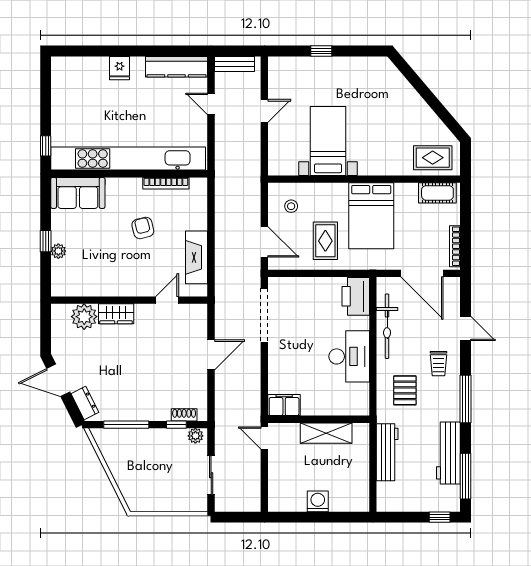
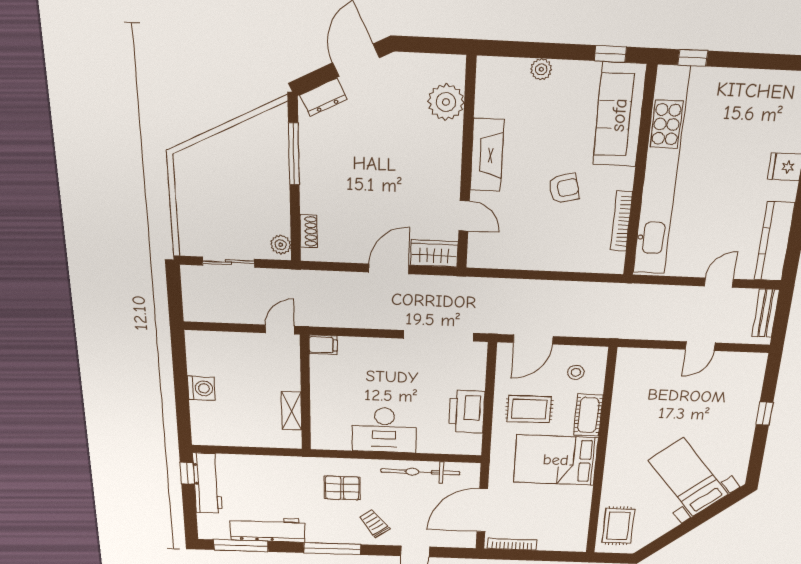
door: (264, 111) -> (700, 346), hinge flipped
bed with nightstands: (328, 141) -> (688, 477), moved, turned -130
sofa: (78, 193) -> (619, 115), width x1.36
cot: (437, 193) -> (588, 415), moved
window: (46, 241) -> (610, 54), moved
fireplace: (197, 257) -> (487, 155), moved, turned 90
printer: (356, 296) -> (467, 412), moved, turned -90
wardrobe: (116, 314) -> (434, 254), moved, turned 90
door: (211, 355) -> (389, 269), swing flipped
trolley: (439, 364) -> (374, 523), turned 53
filing cabinet: (284, 405) -> (323, 345), width x0.50
window: (176, 425) -> (295, 221), removed
shelving: (326, 433) -> (292, 411), width x0.67, depth x0.75
workbench: (387, 452) -> (208, 483), moved, turned -90
window: (440, 517) -> (187, 473), moved

